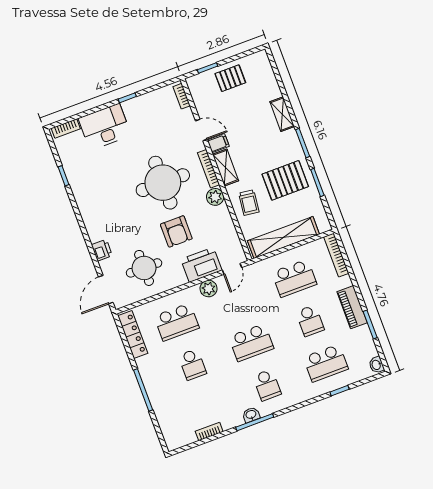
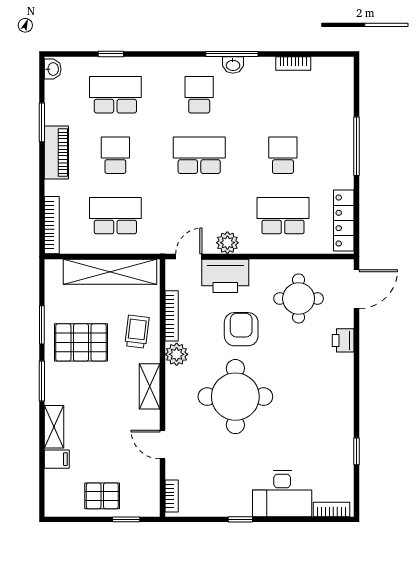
filing cabinet: (218, 143) -> (57, 459), moved, turned 180
bookcase: (209, 169) -> (172, 316), moved

